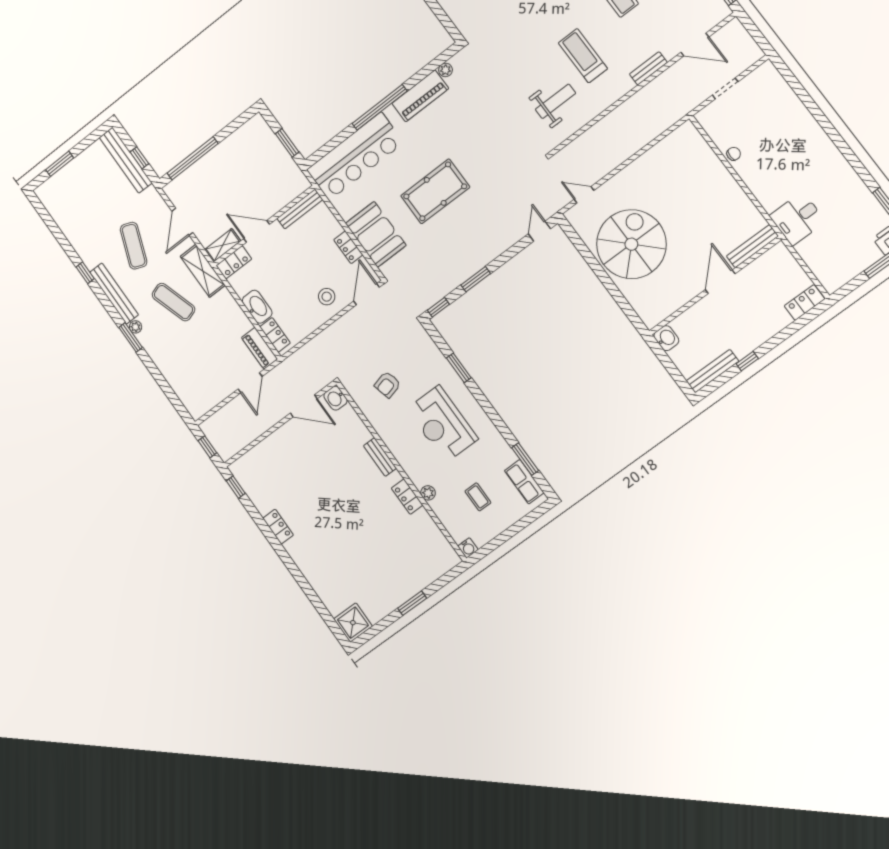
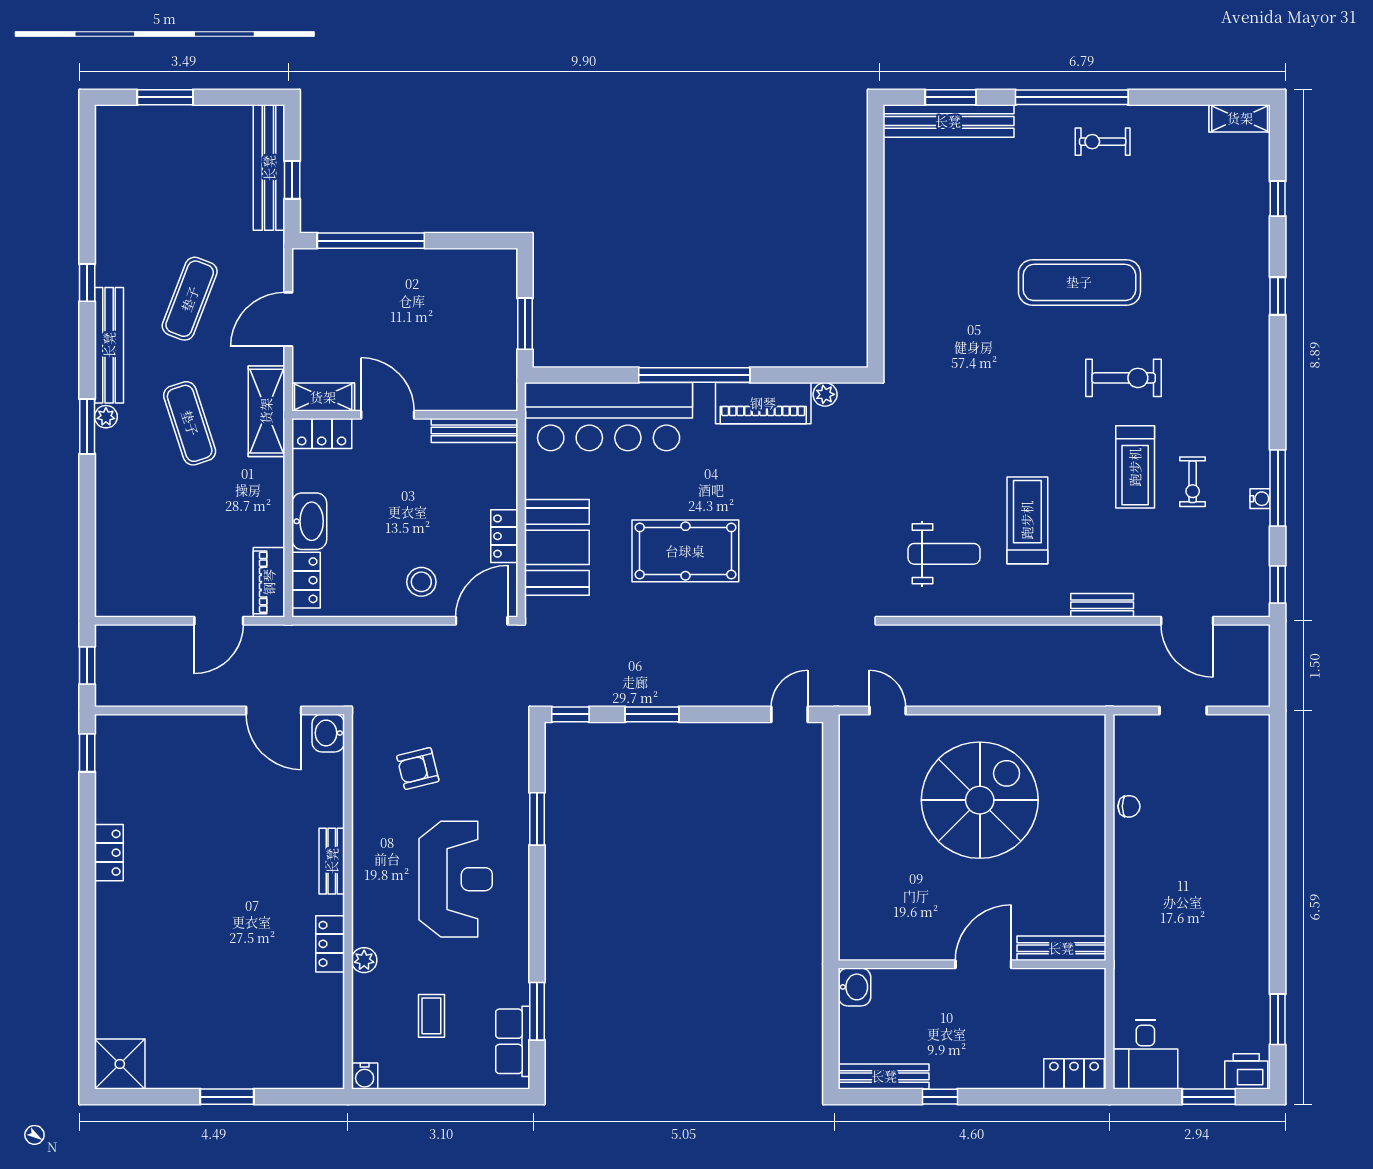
desk: (797, 219) -> (1145, 1054), moved, turned -90
spiral stairs: (631, 244) -> (980, 800), moved
reception desk: (442, 424) -> (456, 879), turned 180

